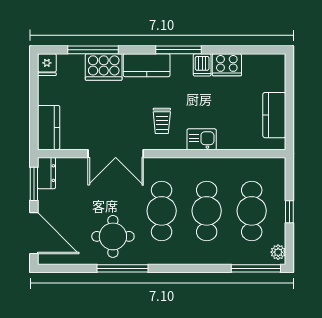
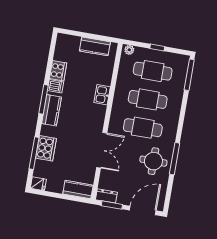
kitchen counter: (147, 65) -> (51, 110), moved
trolley: (162, 121) -> (86, 118), removed
plant: (278, 252) -> (129, 50), moved

